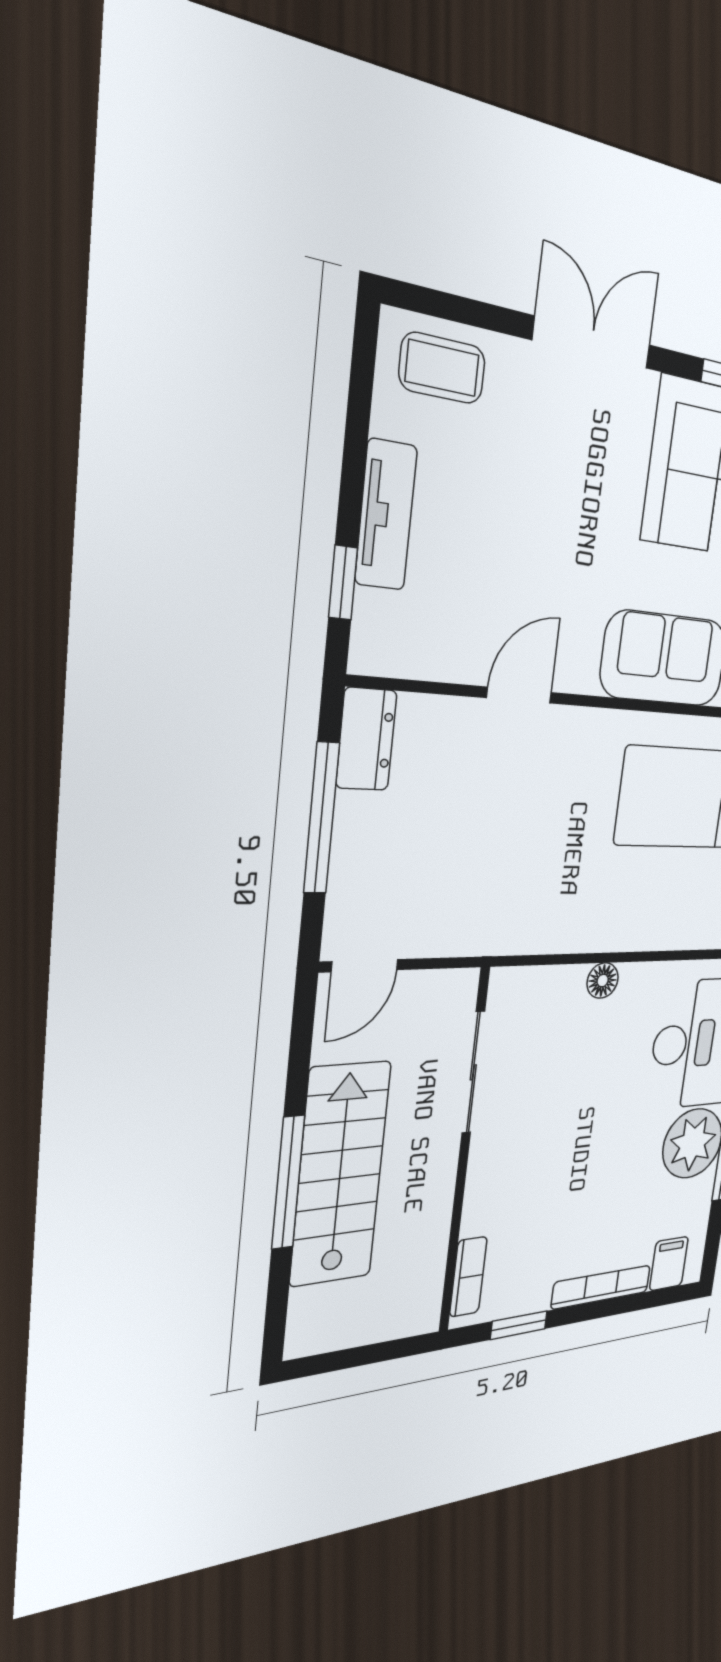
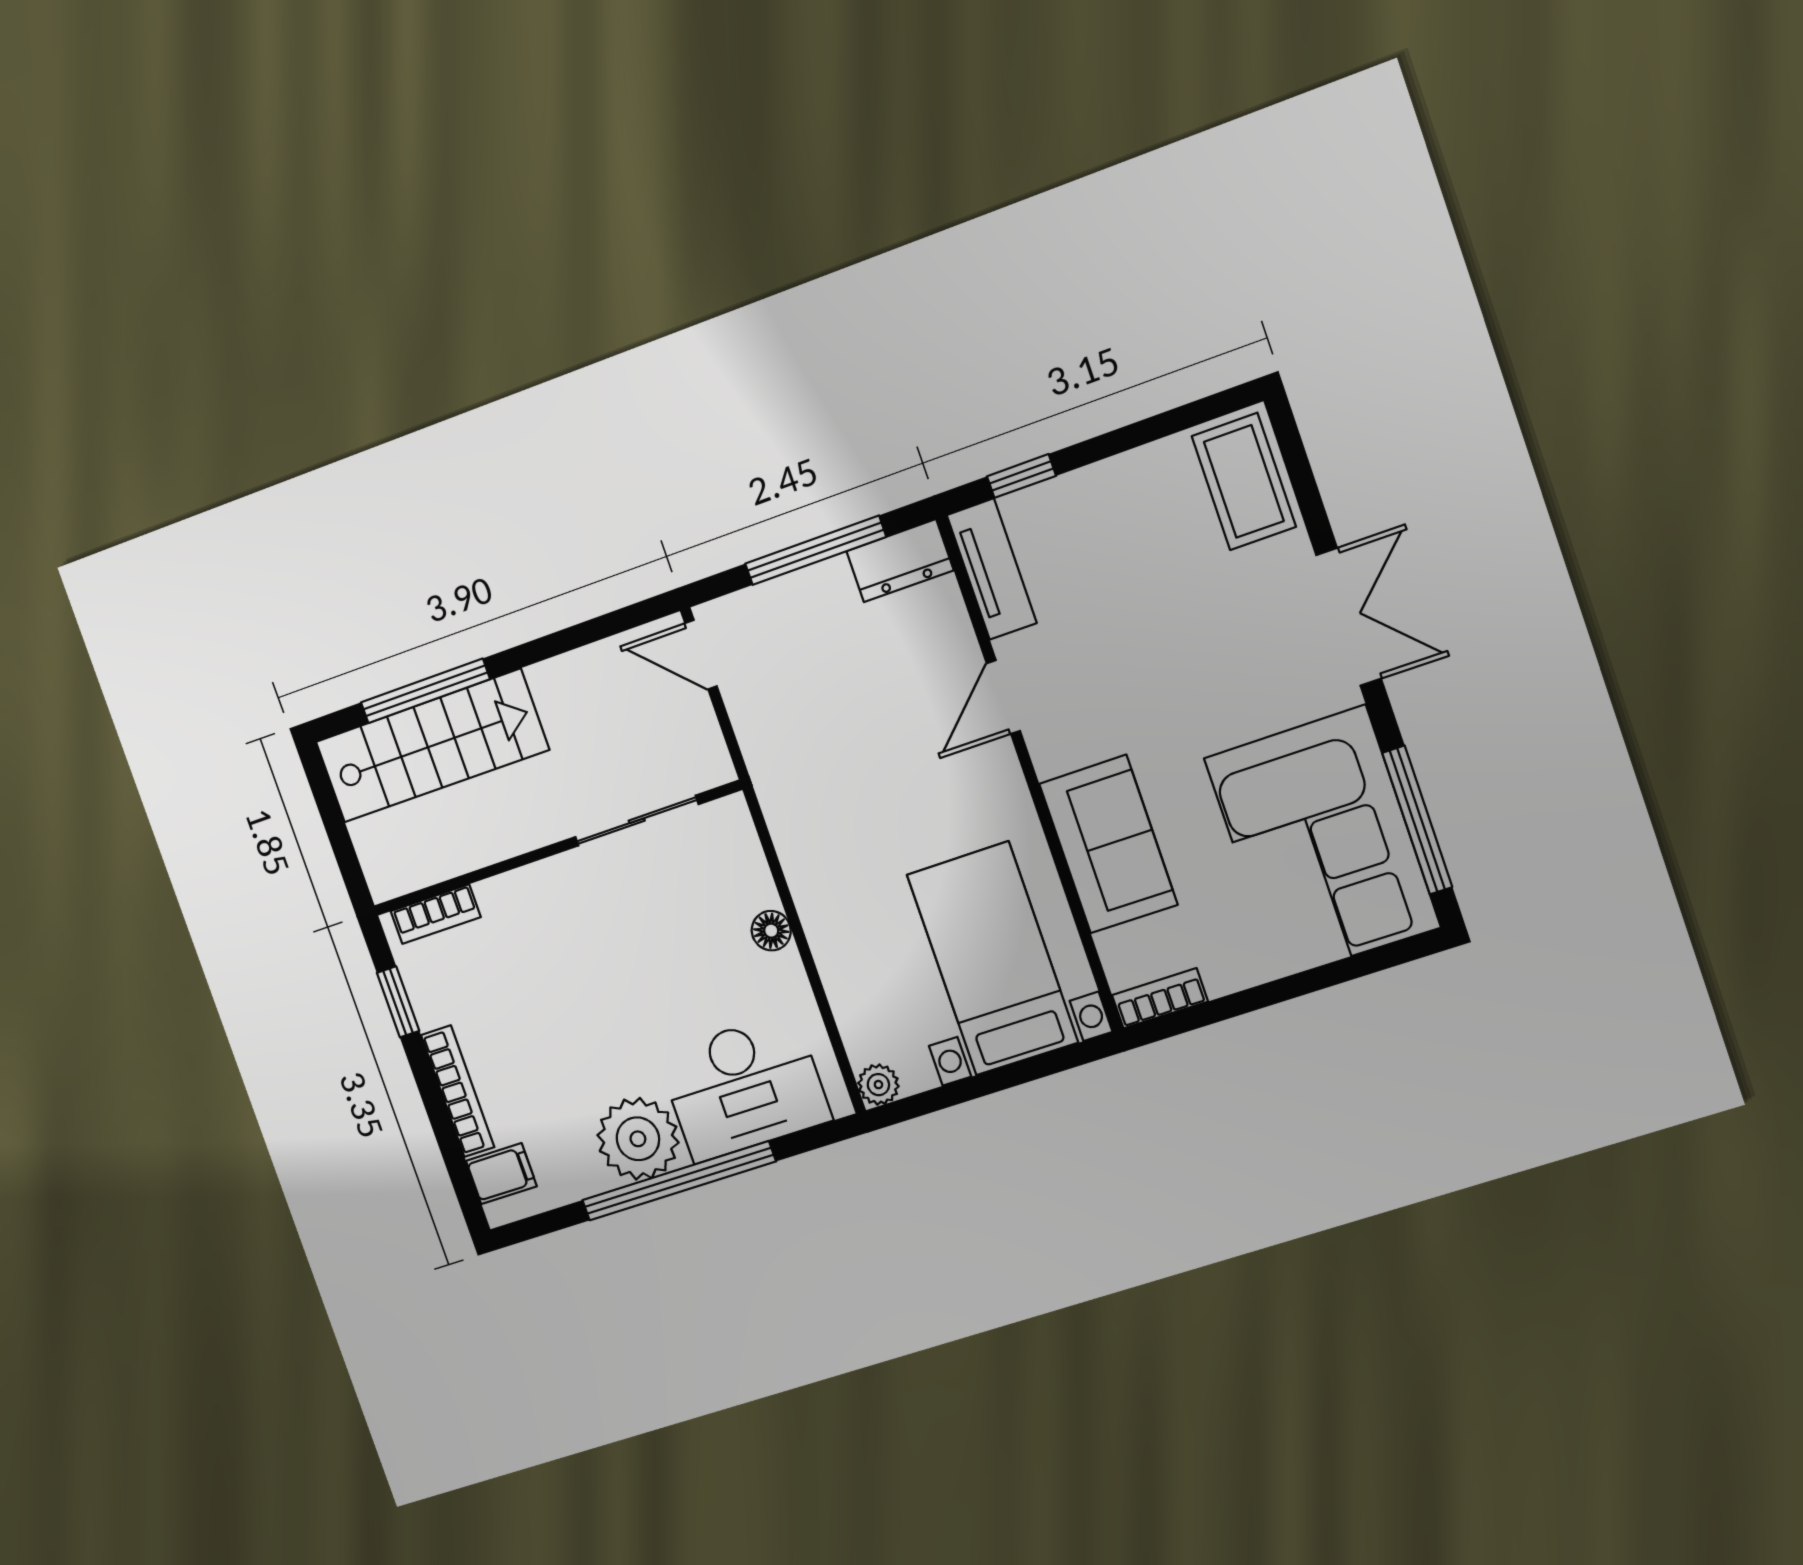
coffee table: (442, 368) -> (1244, 482), width x1.36, depth x1.30
tv unit: (386, 515) -> (992, 569), moved, turned -90
door: (519, 695) -> (1003, 697), swing flipped
stairs: (340, 1174) -> (432, 746), moved
window: (288, 1182) -> (425, 691), moved

